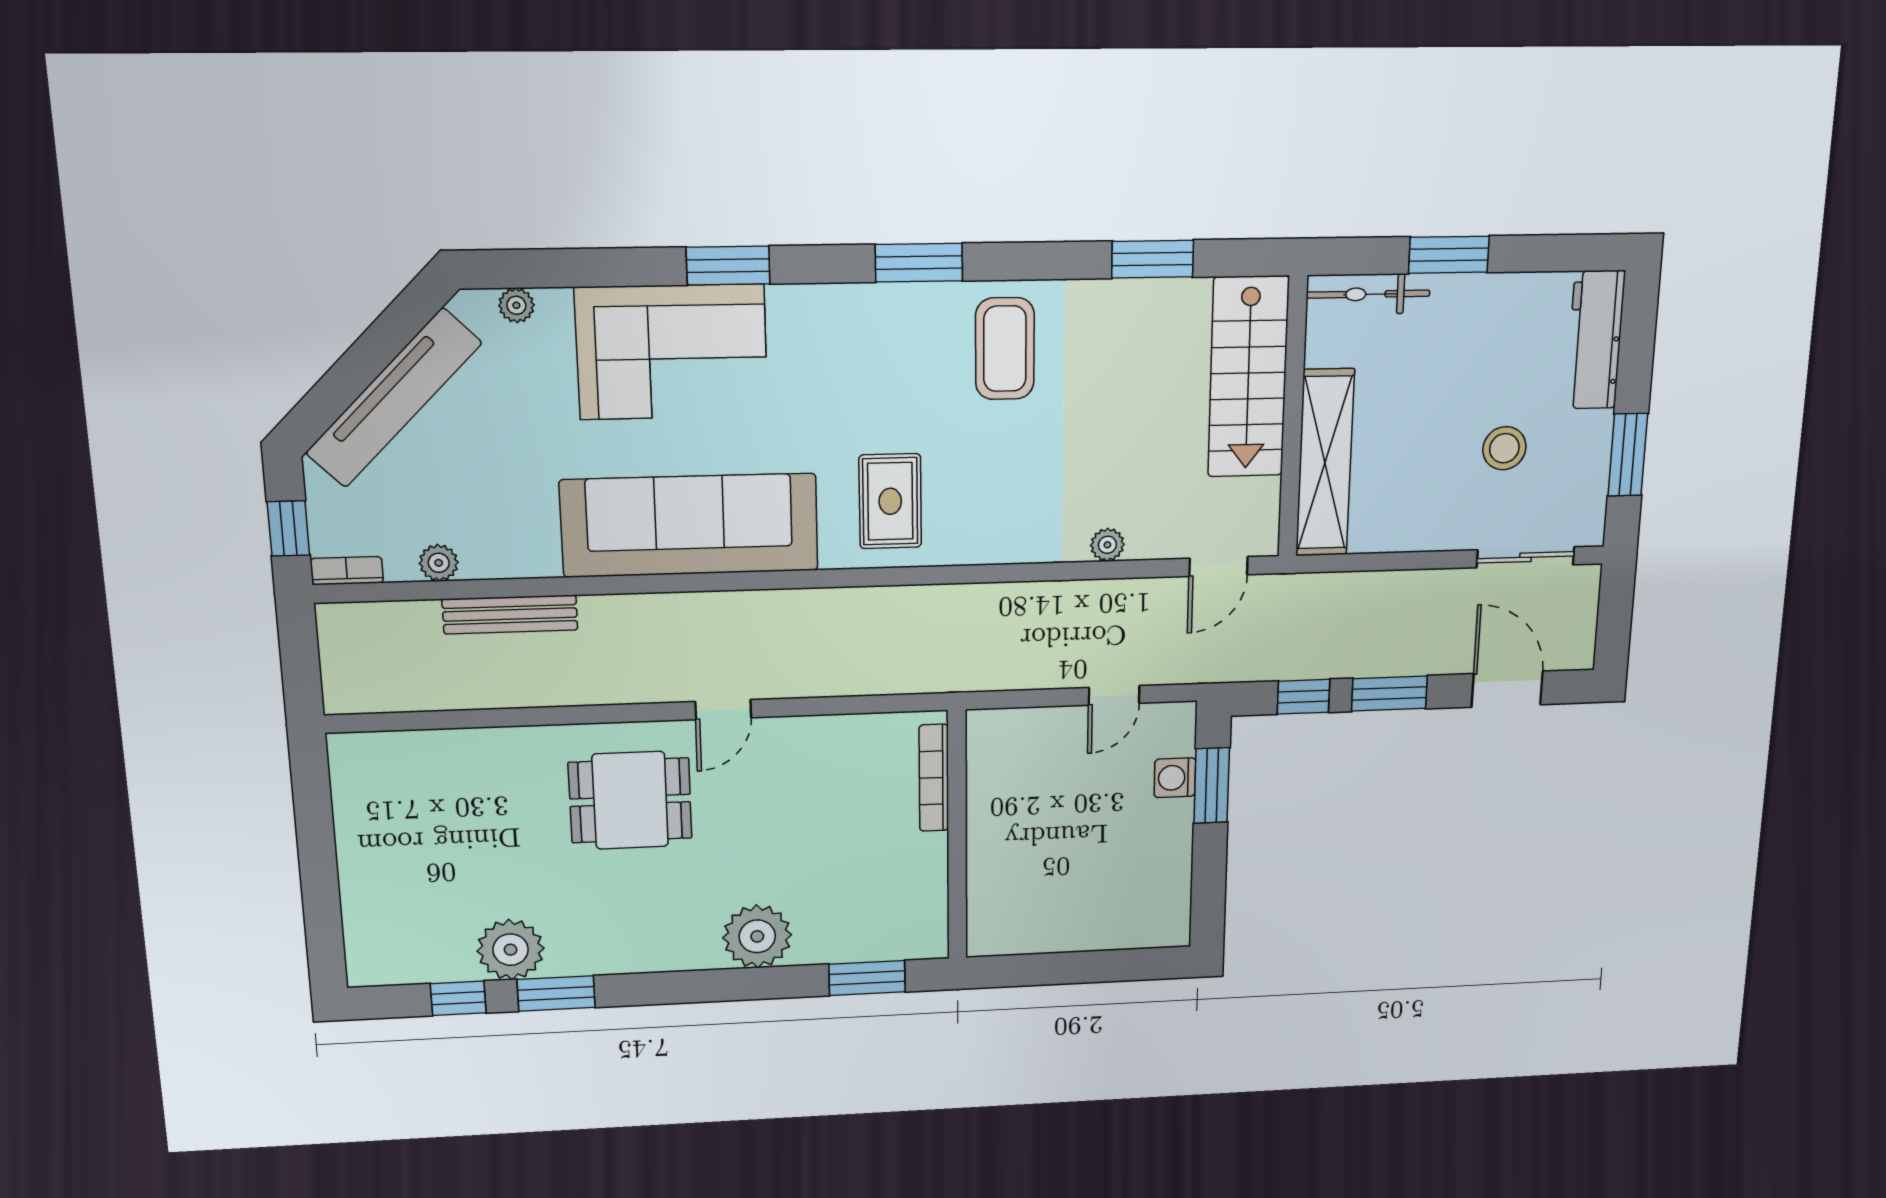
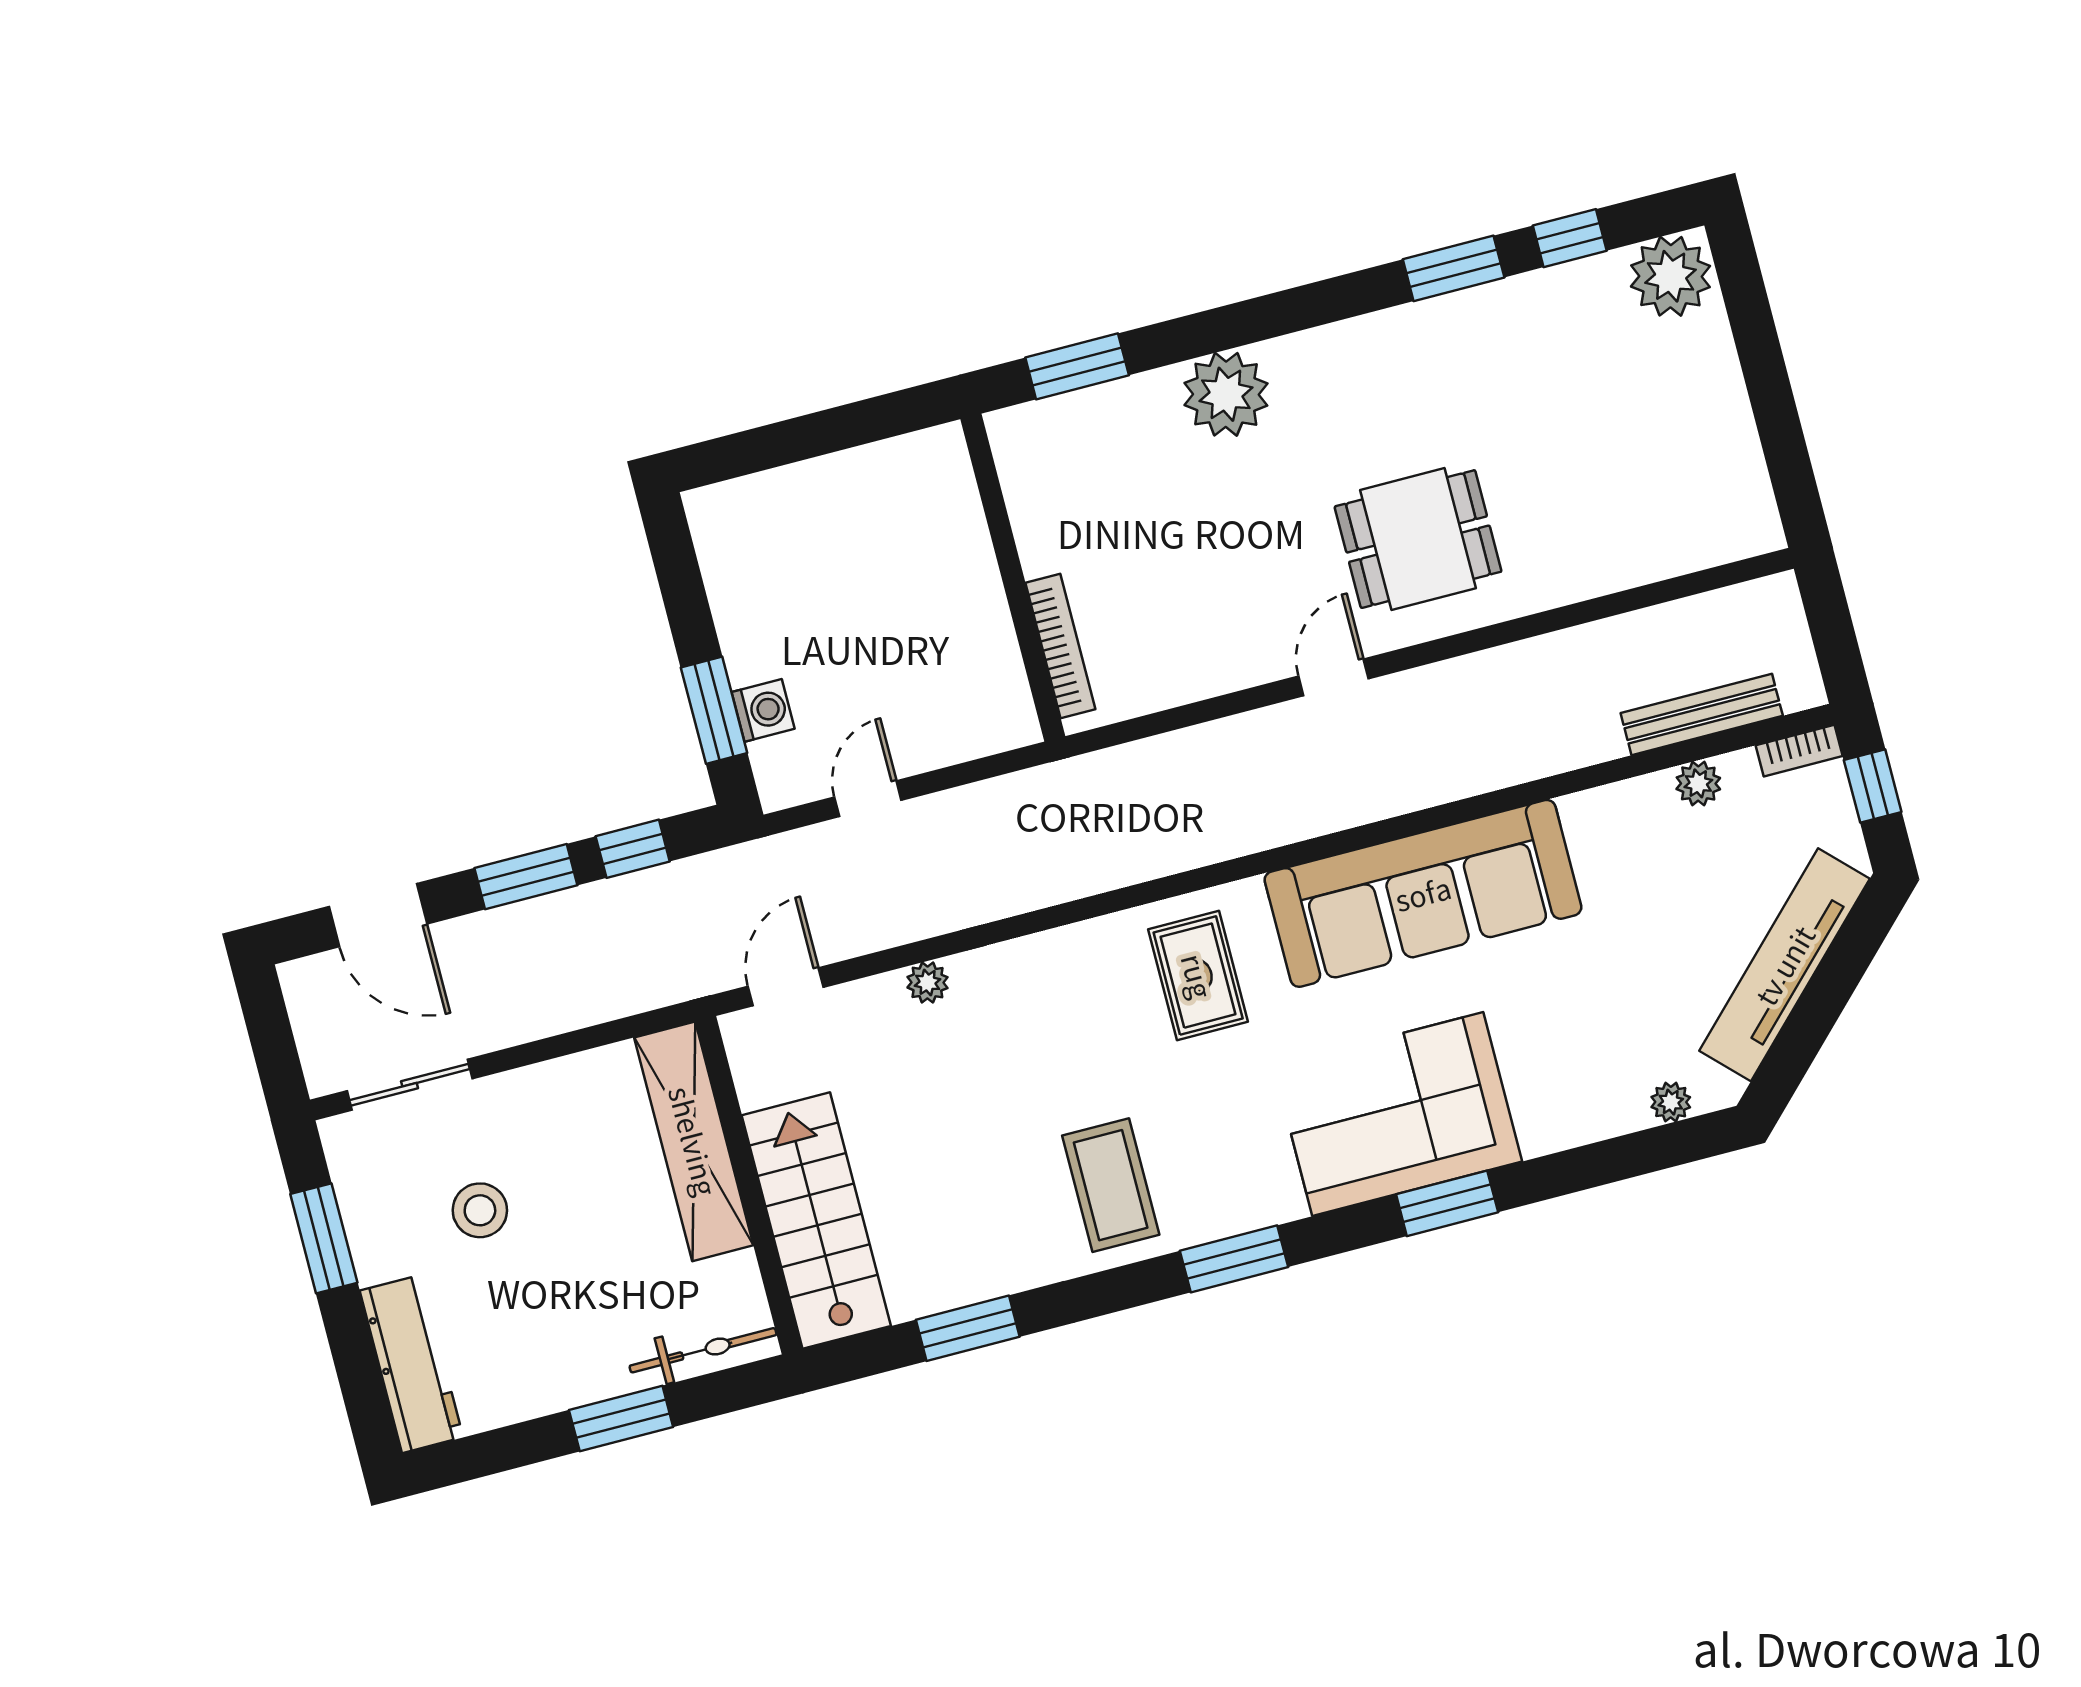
corner sofa: (672, 352) -> (1398, 1114), moved
bench: (510, 615) -> (1702, 714), moved
plant: (511, 950) -> (1671, 276), moved

